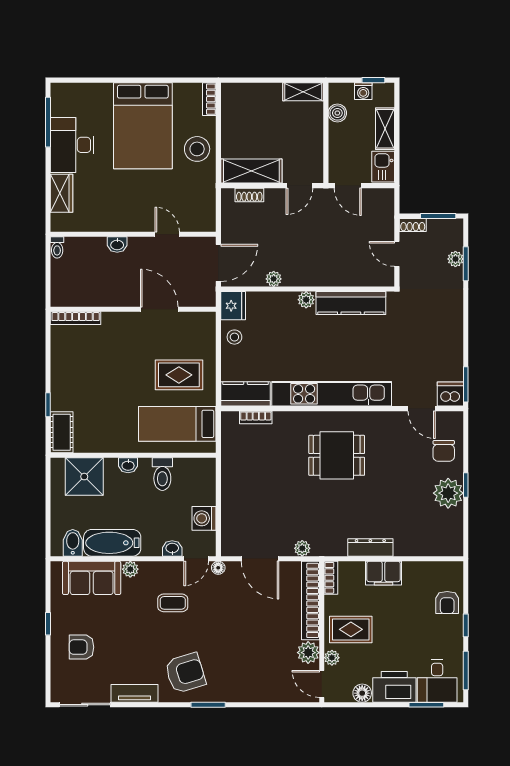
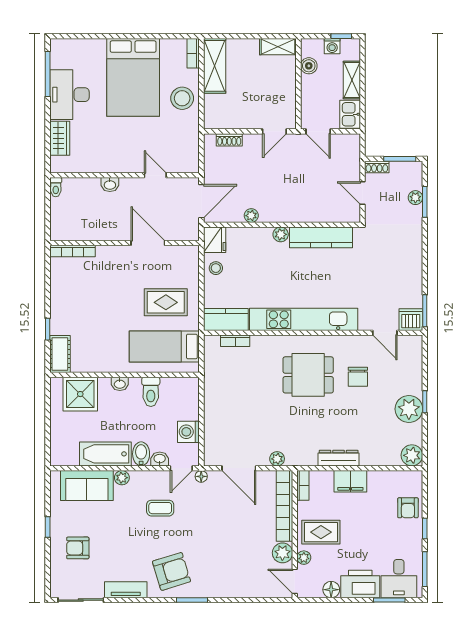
shelving: (251, 171) -> (215, 66), moved, turned 90
chair: (444, 451) -> (358, 377), moved
bidet: (73, 543) -> (141, 454), moved
plant: (452, 544) -> (412, 455), added

